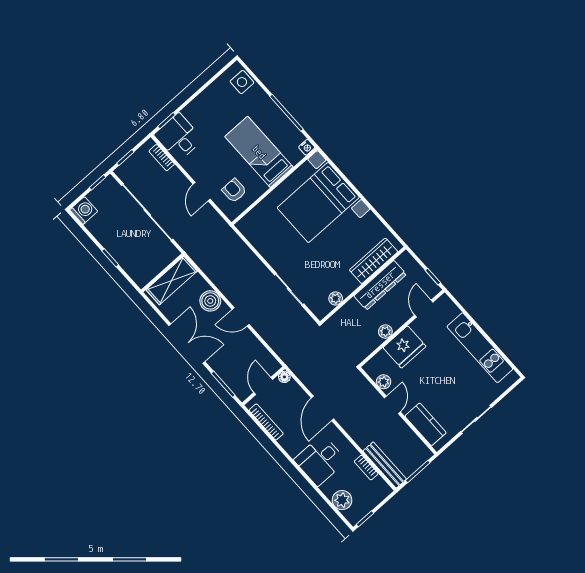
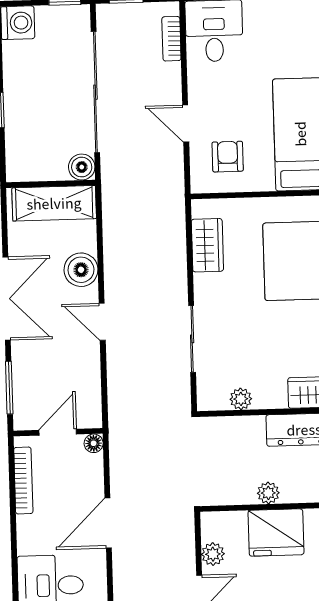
door: (202, 192) -> (186, 123), hinge flipped
wardrobe: (260, 240) -> (207, 245), added
boiler: (170, 253) -> (82, 167), added

